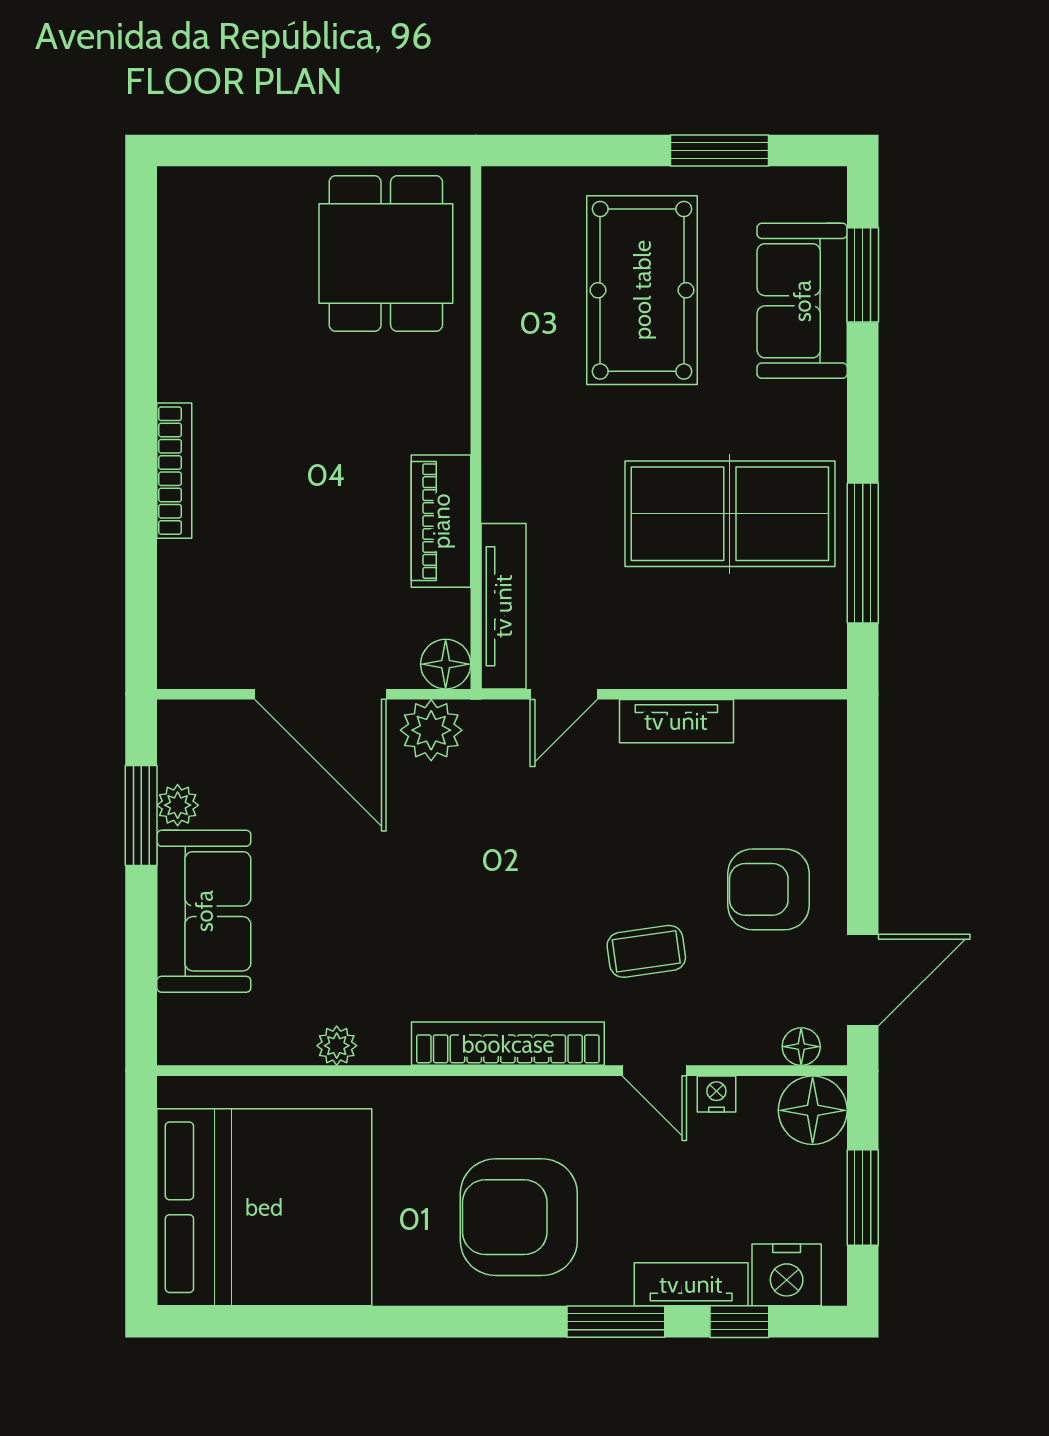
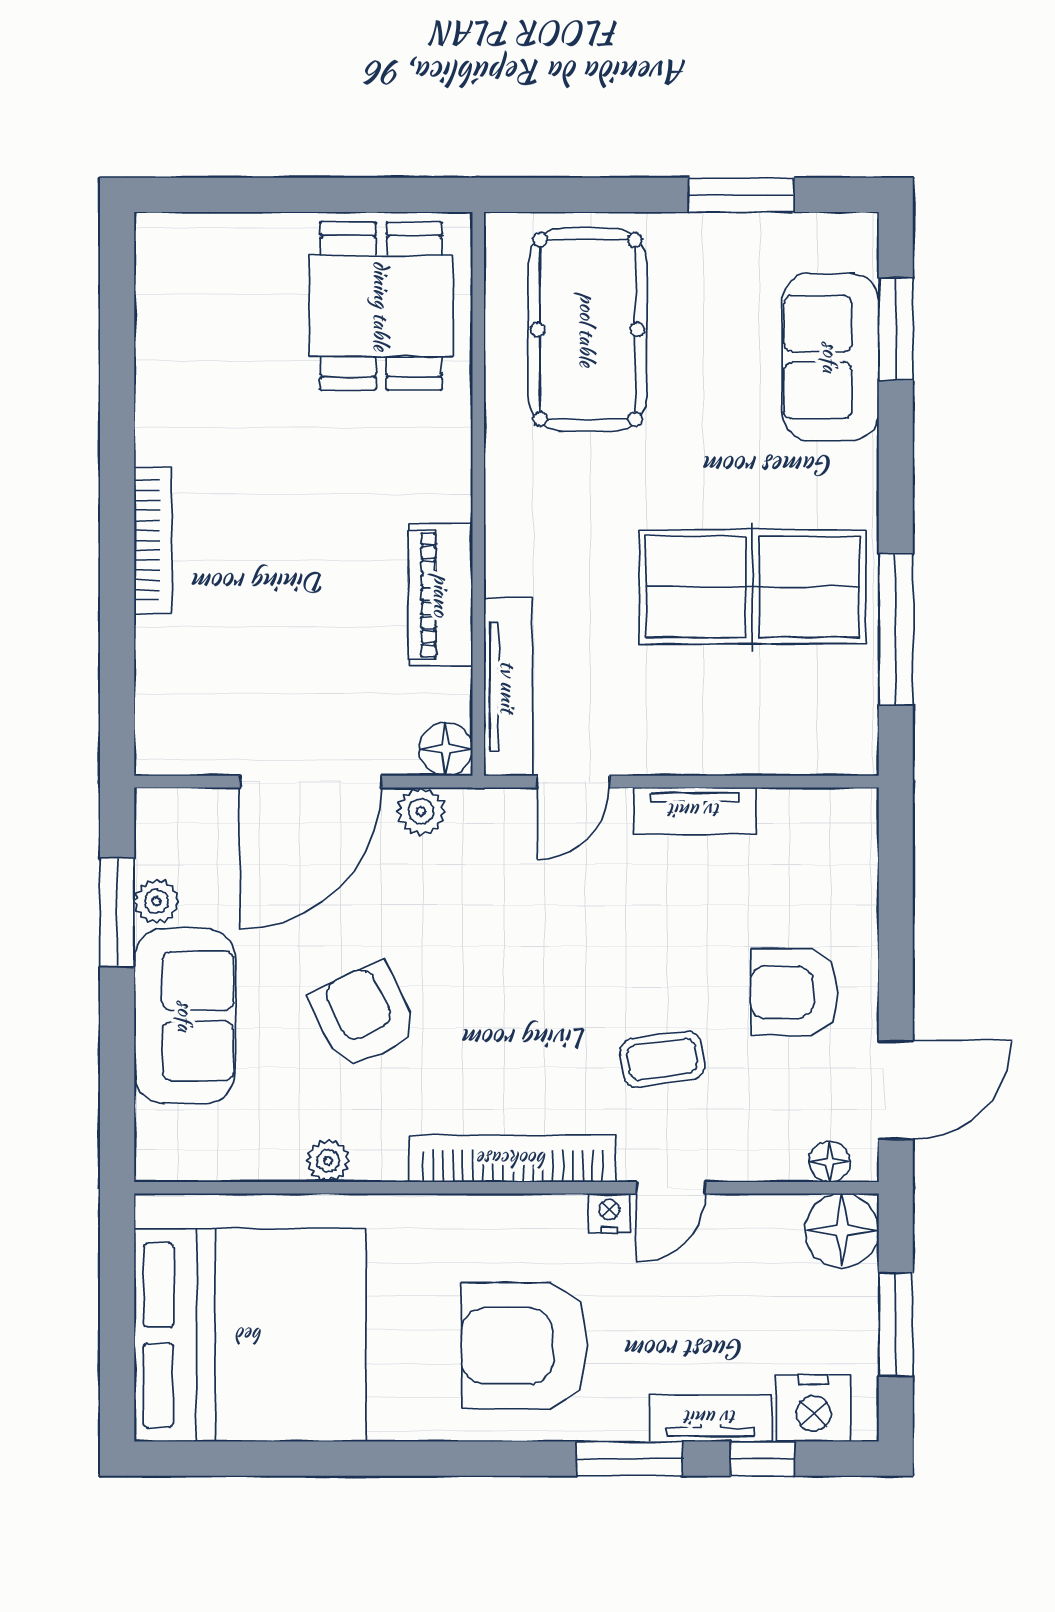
pool table: (642, 290) -> (587, 330), moved
door: (320, 694) -> (310, 782), hinge flipped
plant: (431, 730) -> (421, 811), width x0.73, depth x0.73
armchair: (370, 911) -> (364, 1015), added
door: (654, 1071) -> (671, 1188), hinge flipped
nightstand: (716, 1094) -> (609, 1213), moved

